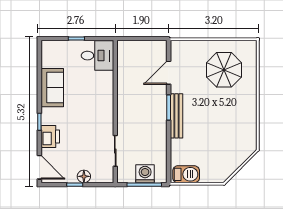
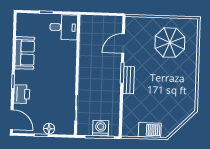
bench: (176, 116) -> (129, 80), width x0.73
barbecue: (186, 174) -> (150, 130), moved

